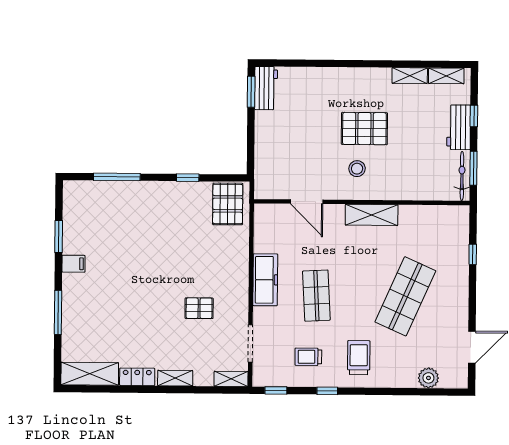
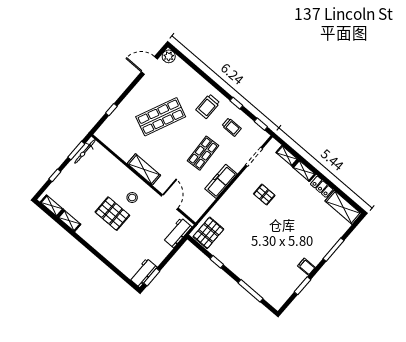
workbench: (459, 127) -> (177, 233), moved, turned 180
plant: (428, 378) -> (169, 56), moved
shelving: (231, 379) -> (287, 156), moved

